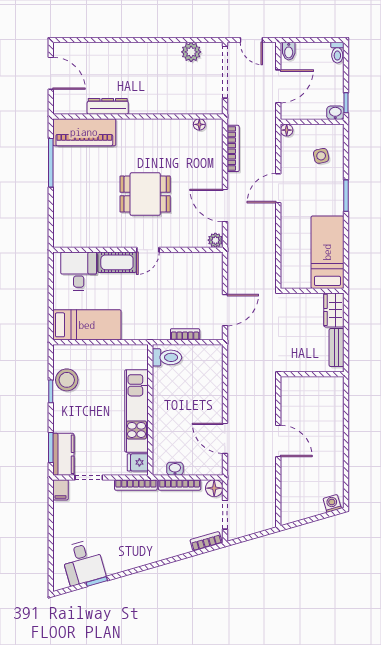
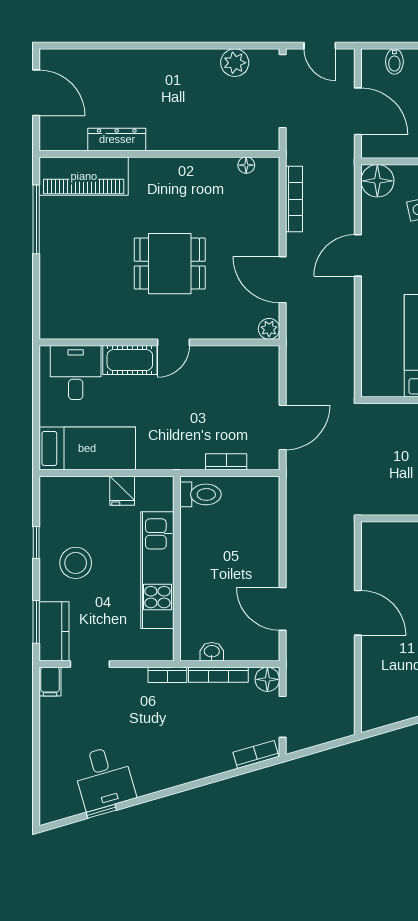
bidet: (289, 51) -> (394, 62), moved
door: (278, 86) -> (358, 111), hinge flipped
floor lamp: (287, 130) -> (377, 181), width x1.89, depth x1.89
stool: (67, 380) -> (76, 563), moved
fridge: (138, 462) -> (122, 491), moved, turned -90
bookcase: (136, 485) -> (167, 675), width x0.64
desk: (83, 562) -> (104, 778), moved

